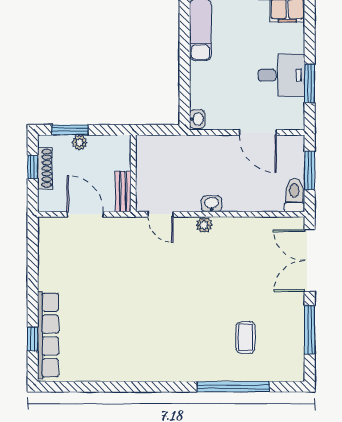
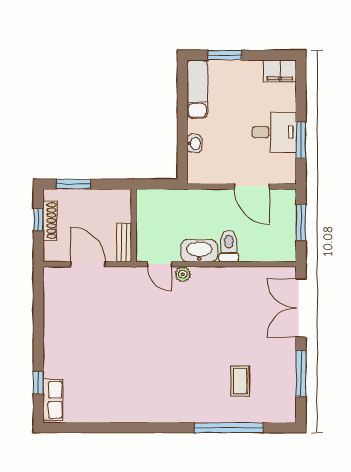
washbasin: (197, 119) -> (194, 144), moved
plant: (80, 142) -> (83, 196), removed
toilet: (294, 195) -> (229, 246), moved
washbasin: (212, 204) -> (199, 251), width x1.91, depth x1.45
plant: (204, 225) -> (183, 274), moved
row of seats: (48, 335) -> (53, 400), width x0.50

